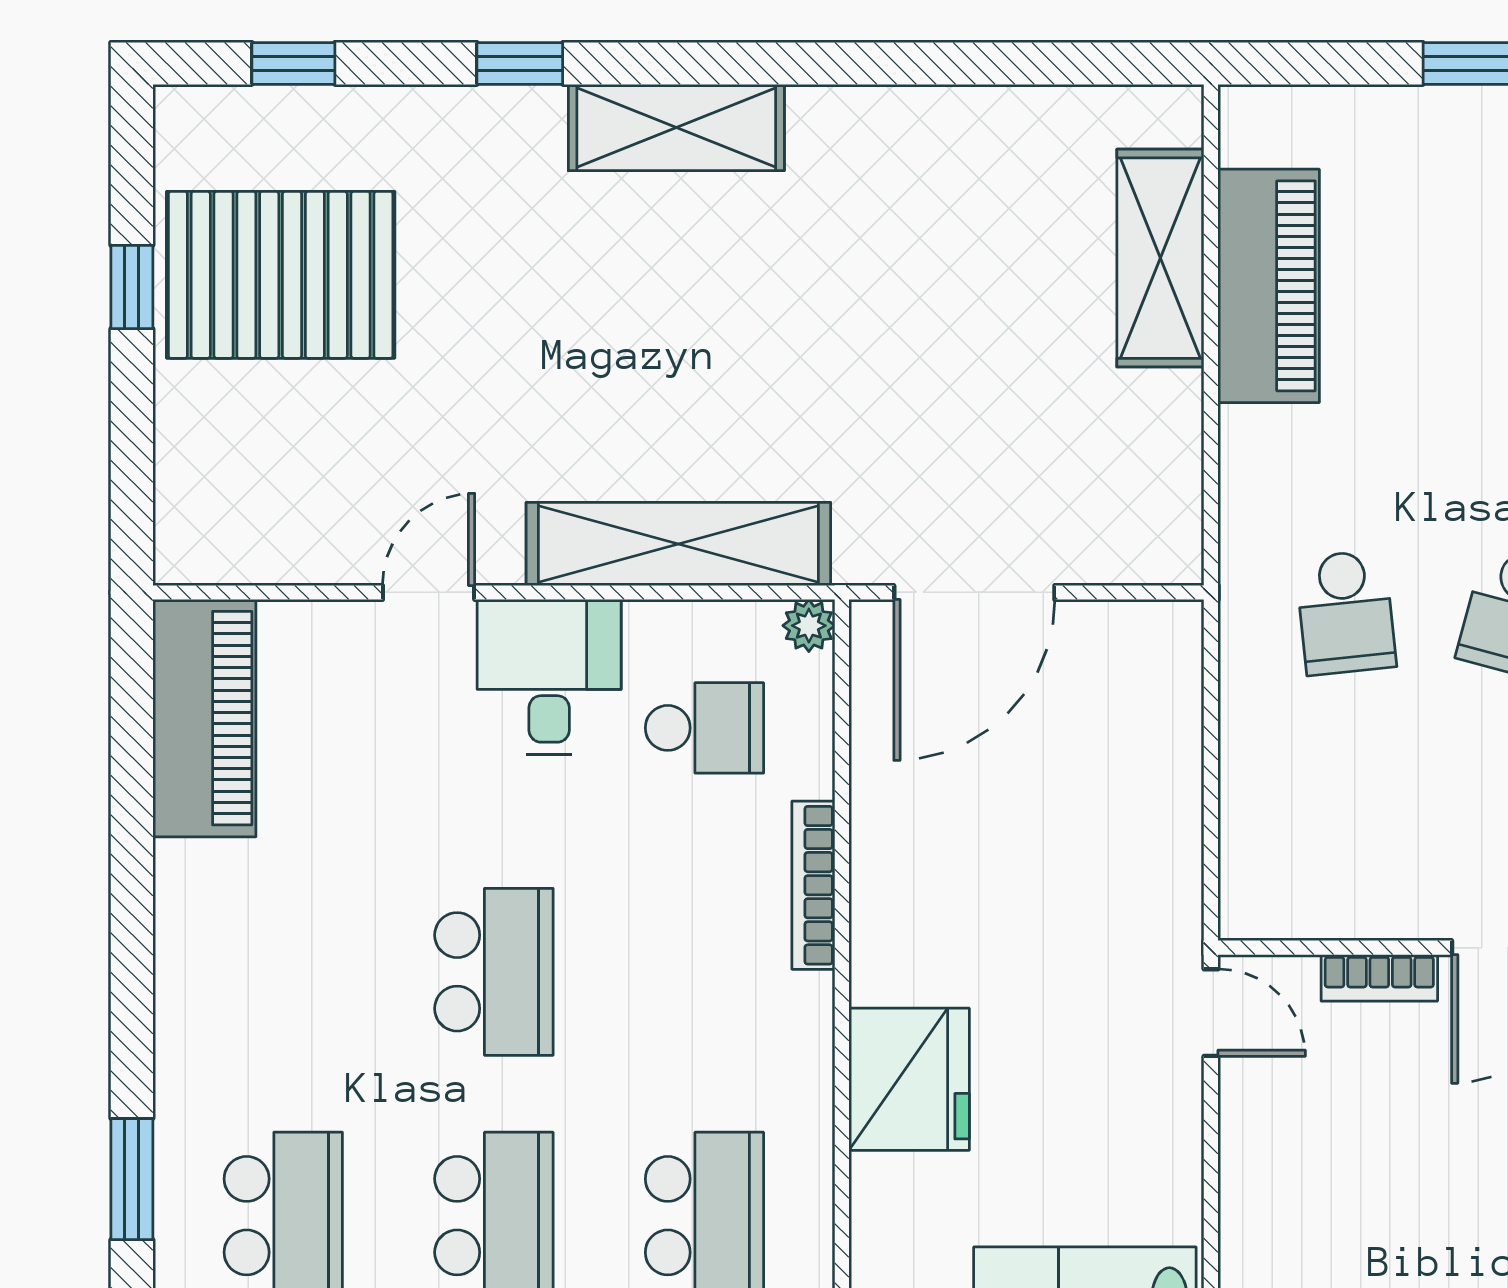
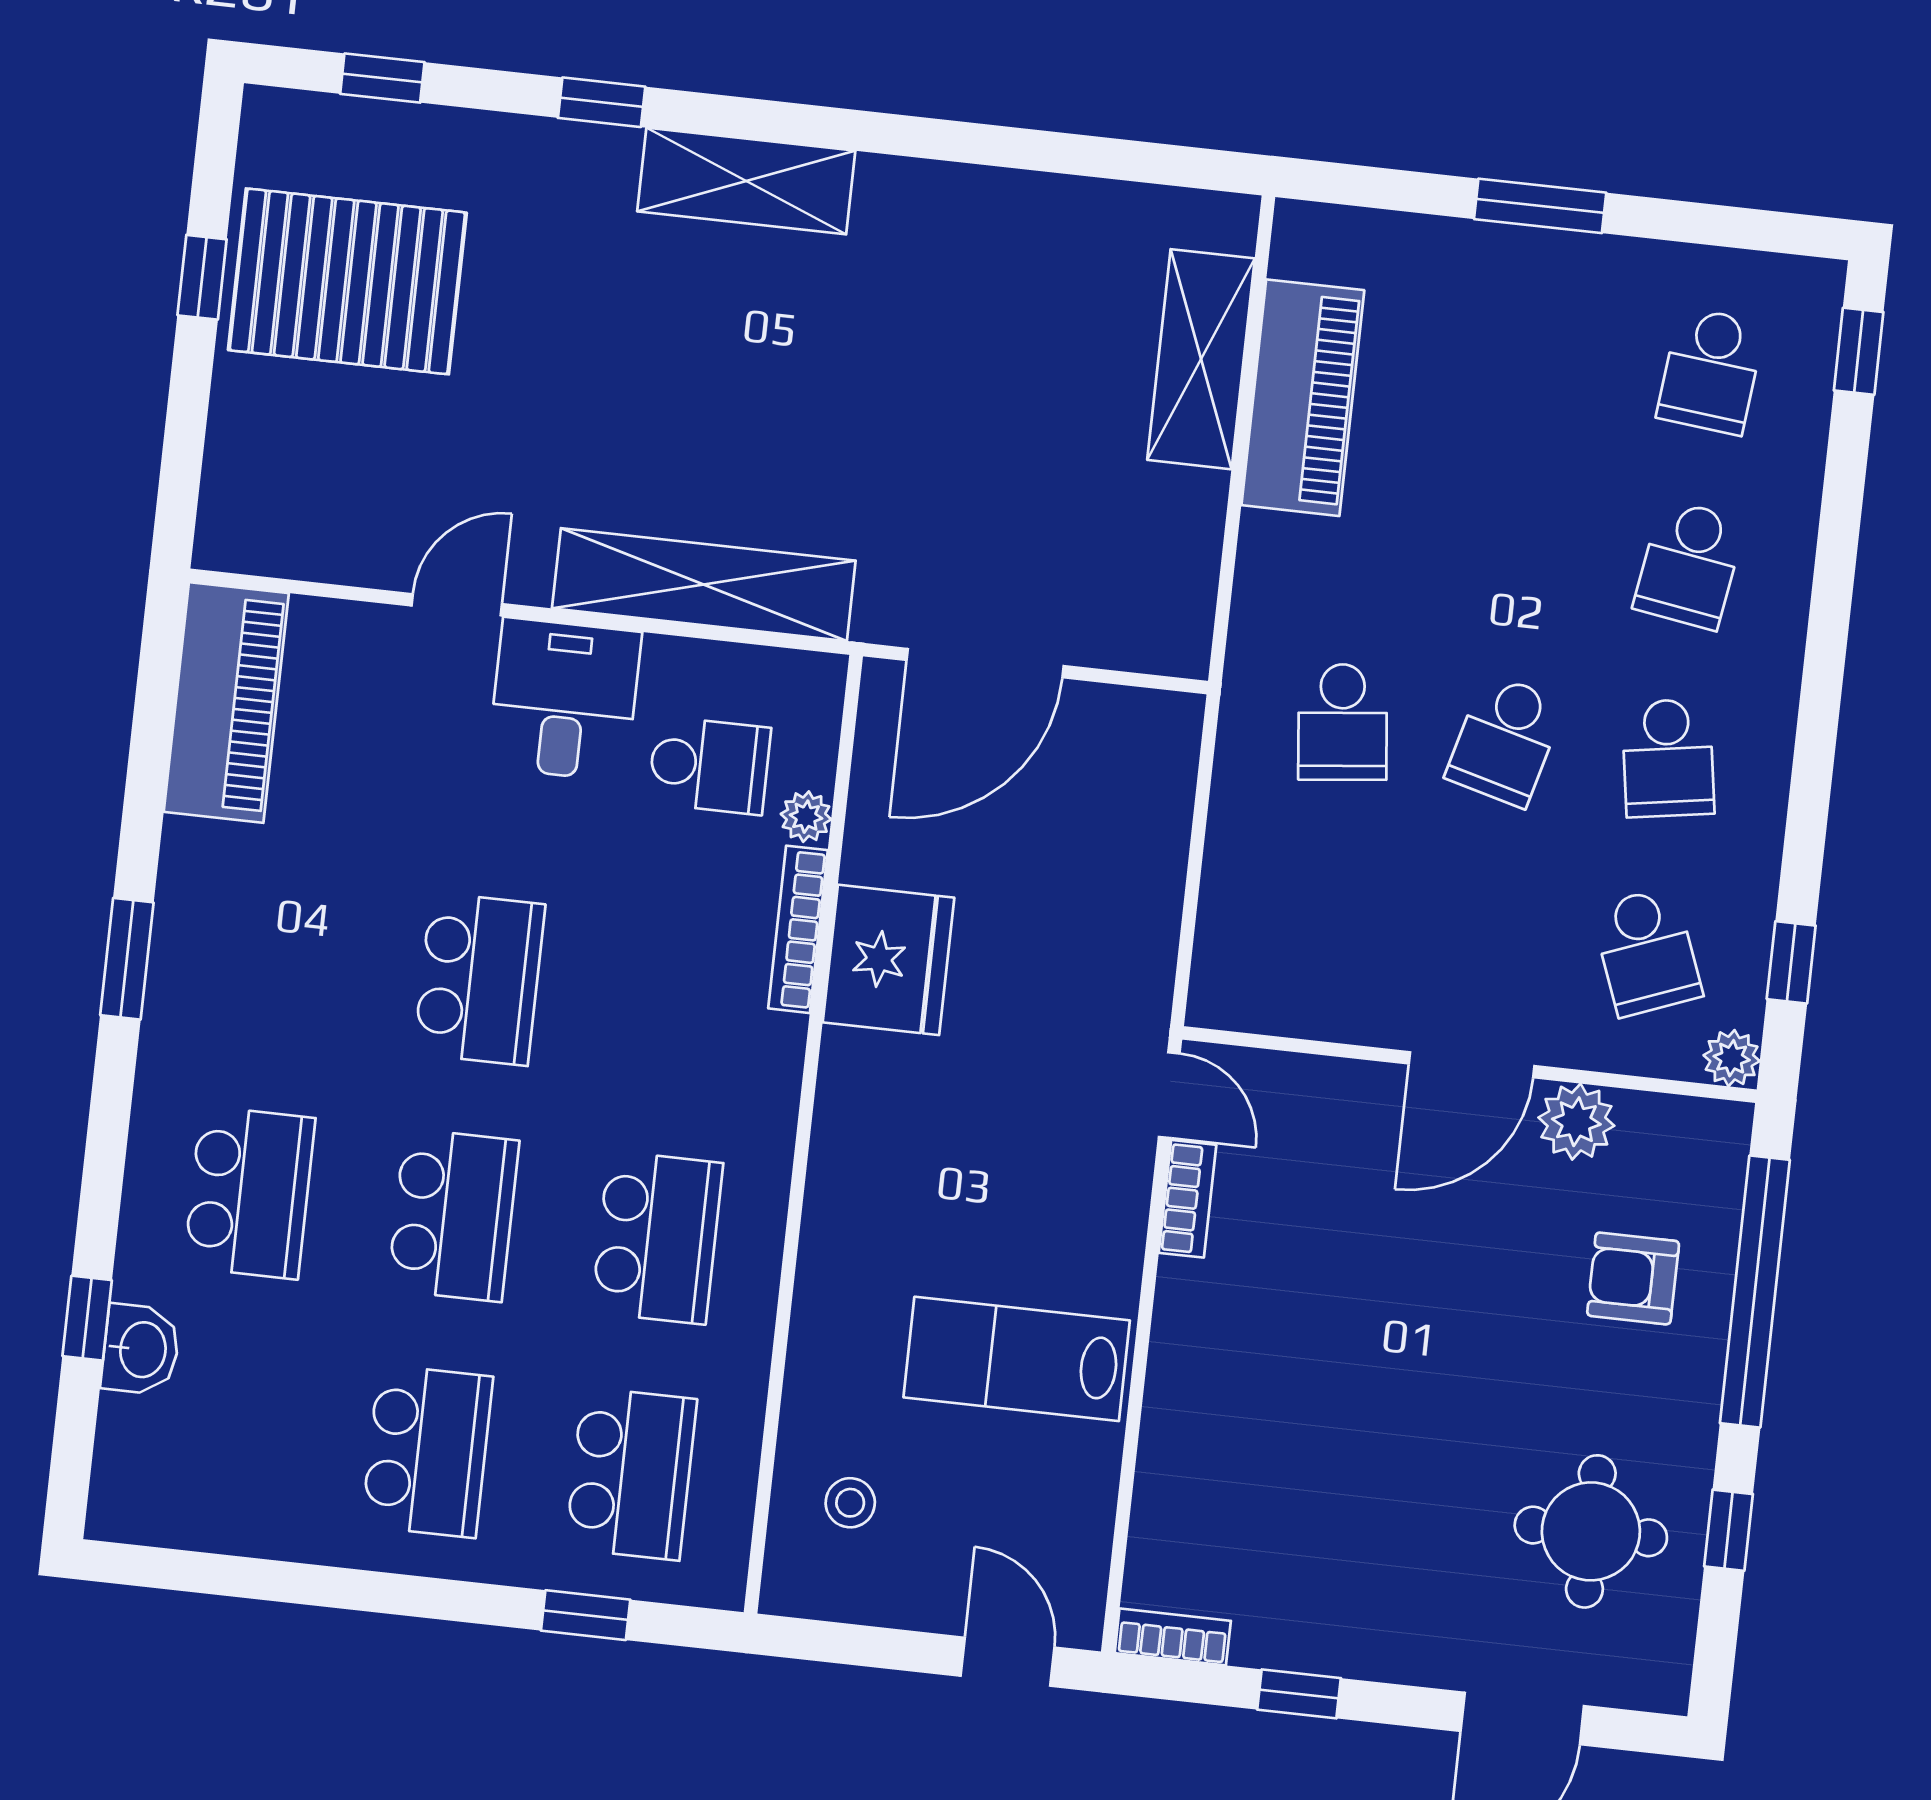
plant: (809, 626) -> (806, 817), moved
bookcase: (1379, 978) -> (1188, 1199), moved, turned -90
fridge: (909, 1079) -> (888, 960), moved
window: (132, 1179) -> (127, 959), moved

